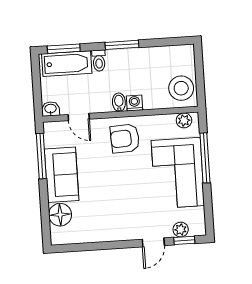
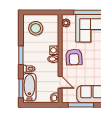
stool: (181, 88) -> (36, 28), moved
door: (79, 117) -> (60, 82), hinge flipped

